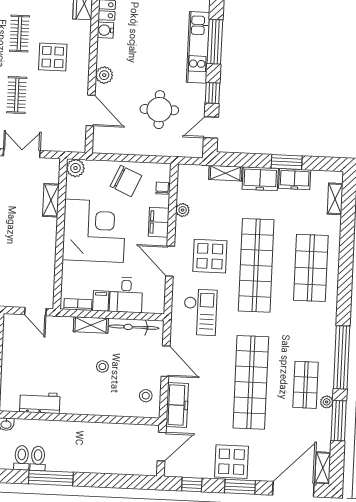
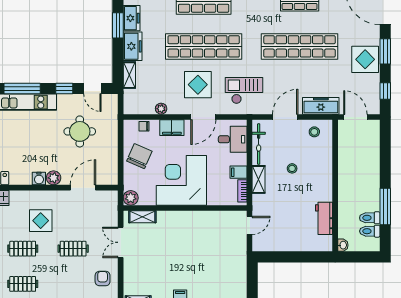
water cooler: (105, 30) -> (39, 178), moved
shelving: (51, 200) -> (142, 217), moved
desk: (126, 295) -> (233, 139), moved

